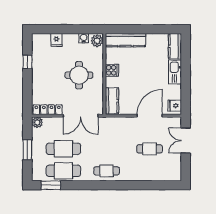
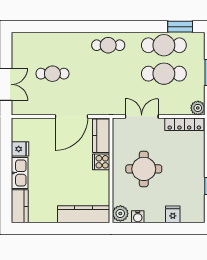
cooker: (112, 70) -> (101, 162), moved
fridge: (175, 106) -> (20, 149), moved
double door: (81, 116) -> (142, 116), width x0.73
door: (150, 116) -> (71, 116), moved

